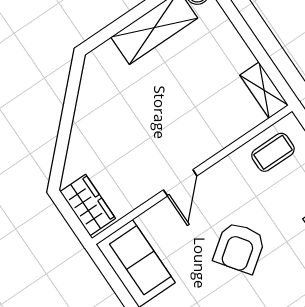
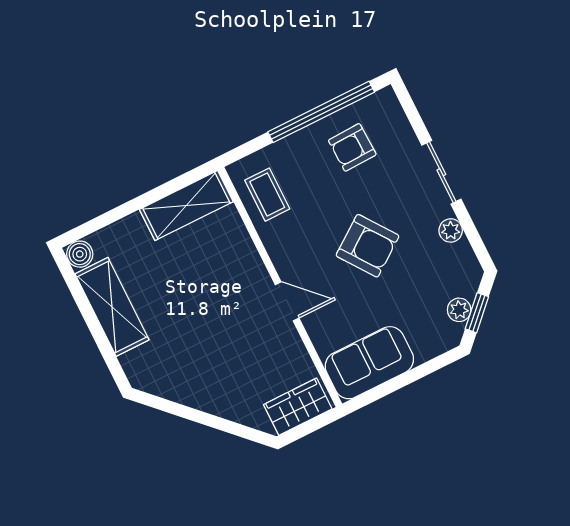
shelving: (264, 90) -> (186, 206), width x1.50, depth x1.33

